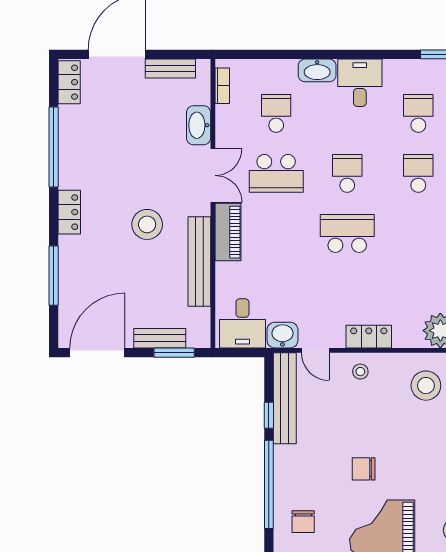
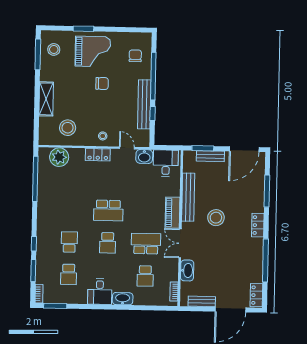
school desk: (418, 173) -> (69, 242), turned 180
bench: (285, 398) -> (144, 104), moved

